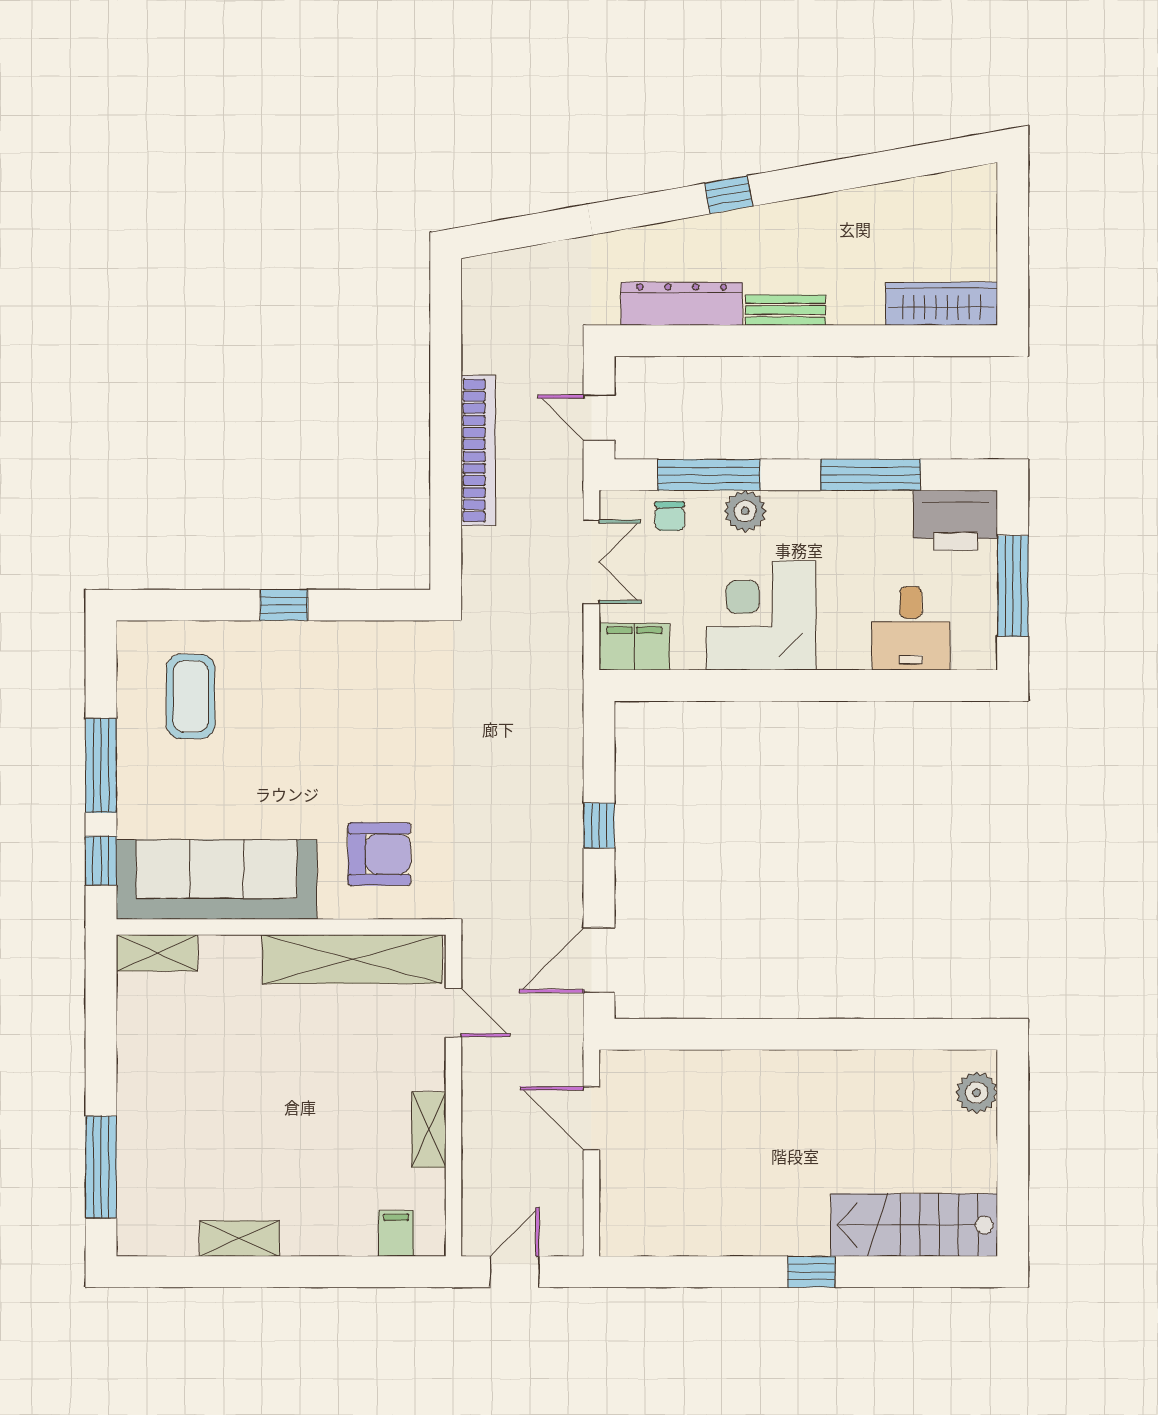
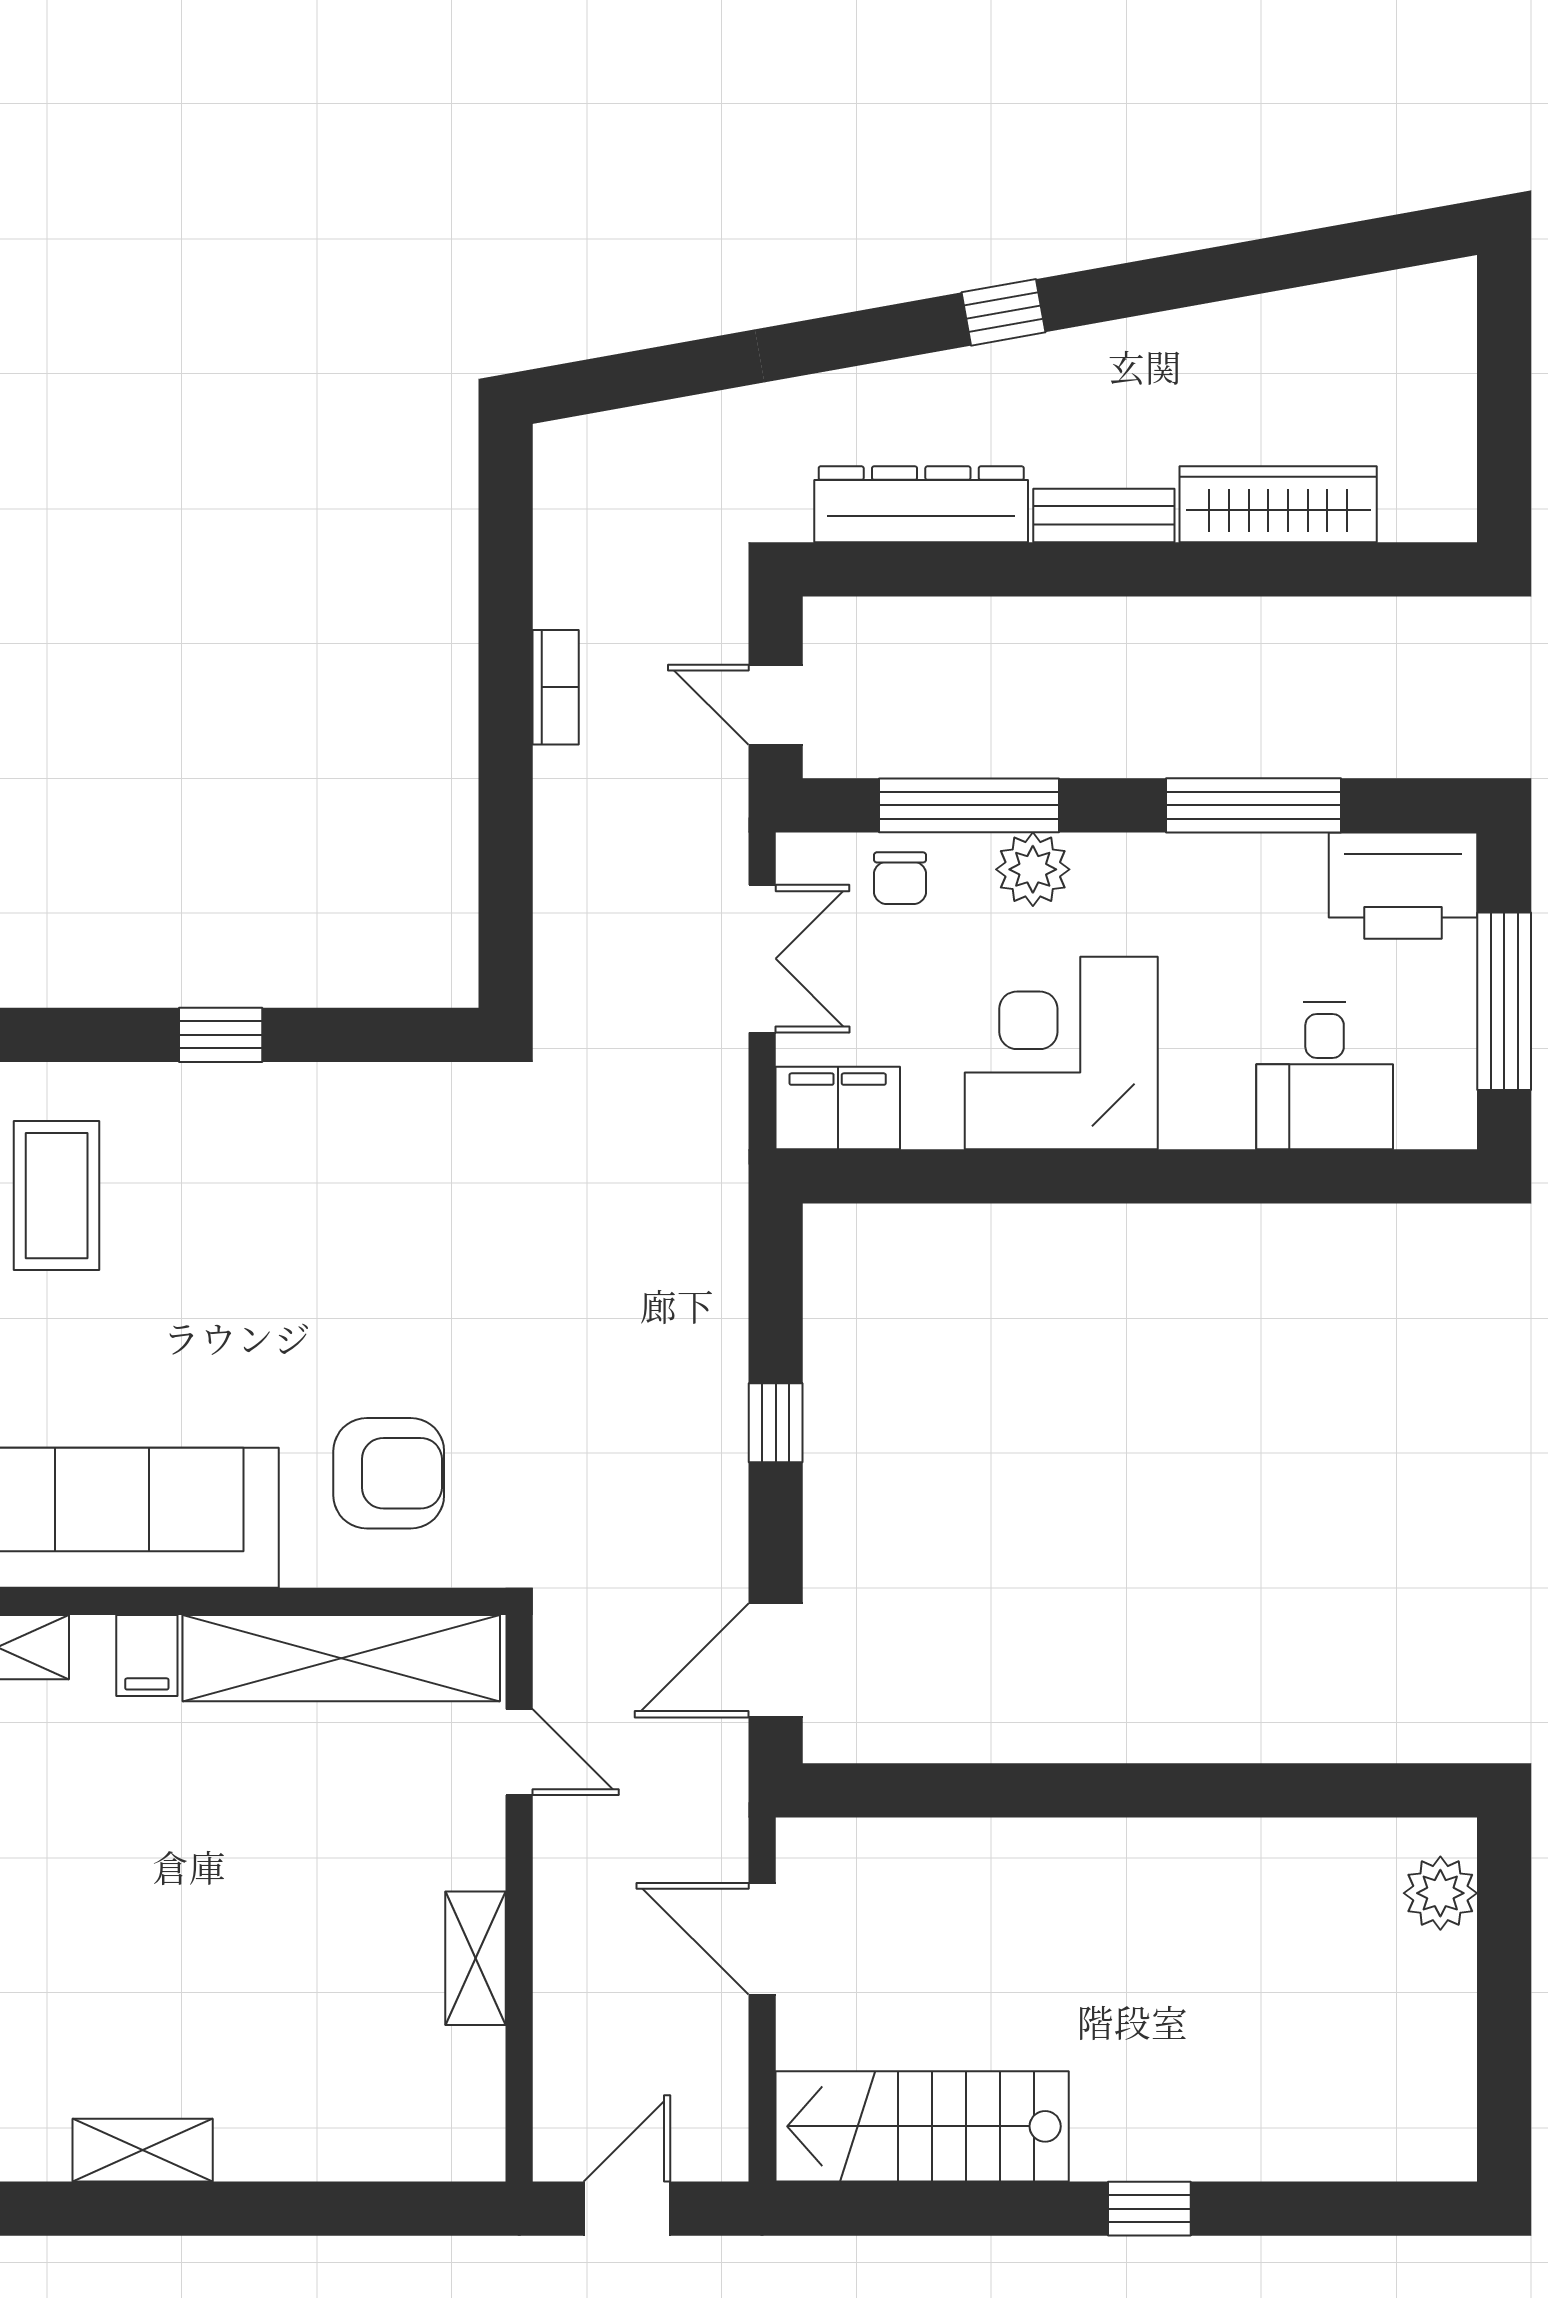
wardrobe: (942, 304) -> (1278, 504), moved
bookcase: (478, 450) -> (556, 687), width x0.43, depth x0.76
stairs: (914, 1225) -> (922, 2126), moved
filing cabinet: (396, 1233) -> (147, 1656), moved, turned 180

